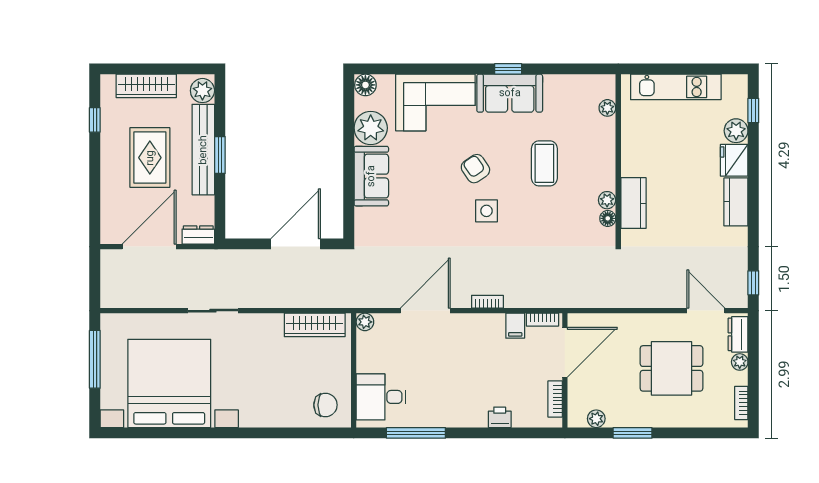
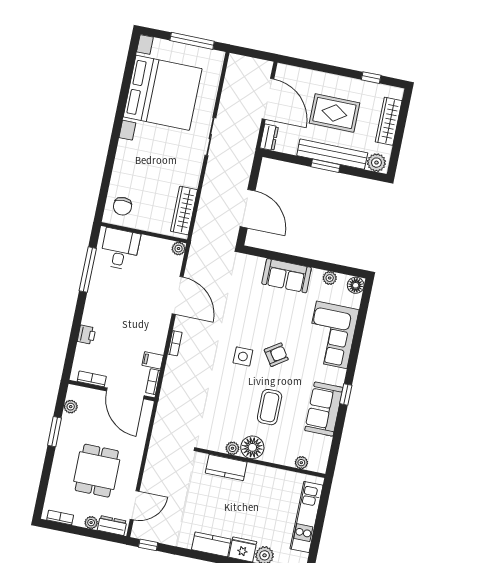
sofa: (510, 93) -> (324, 409), moved
plant: (371, 128) -> (330, 278), width x0.53, depth x0.53
coffee table: (544, 163) -> (270, 407), turned 90
floor lamp: (608, 218) -> (252, 447), moved, width x1.89, depth x1.89

